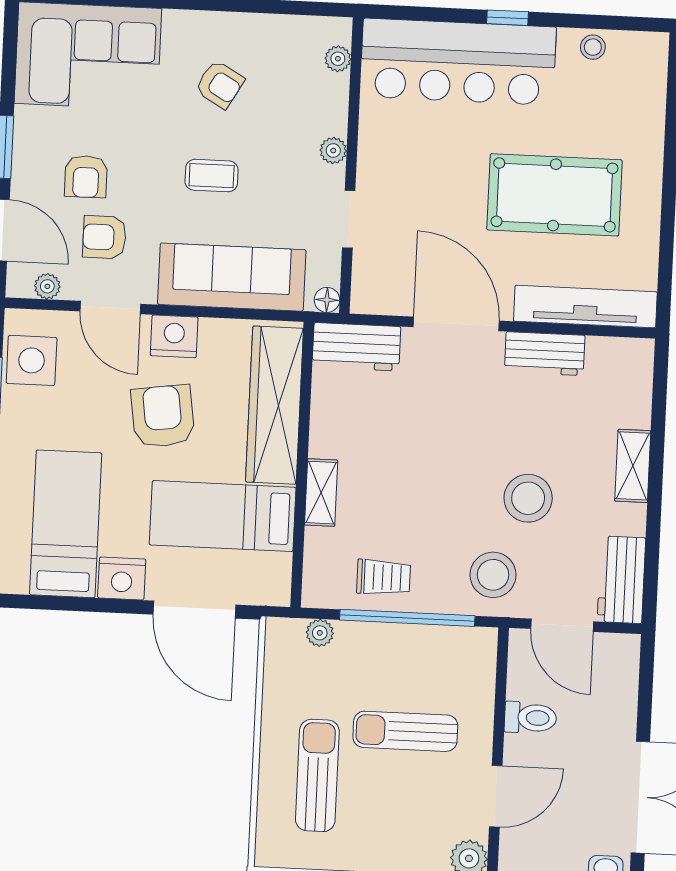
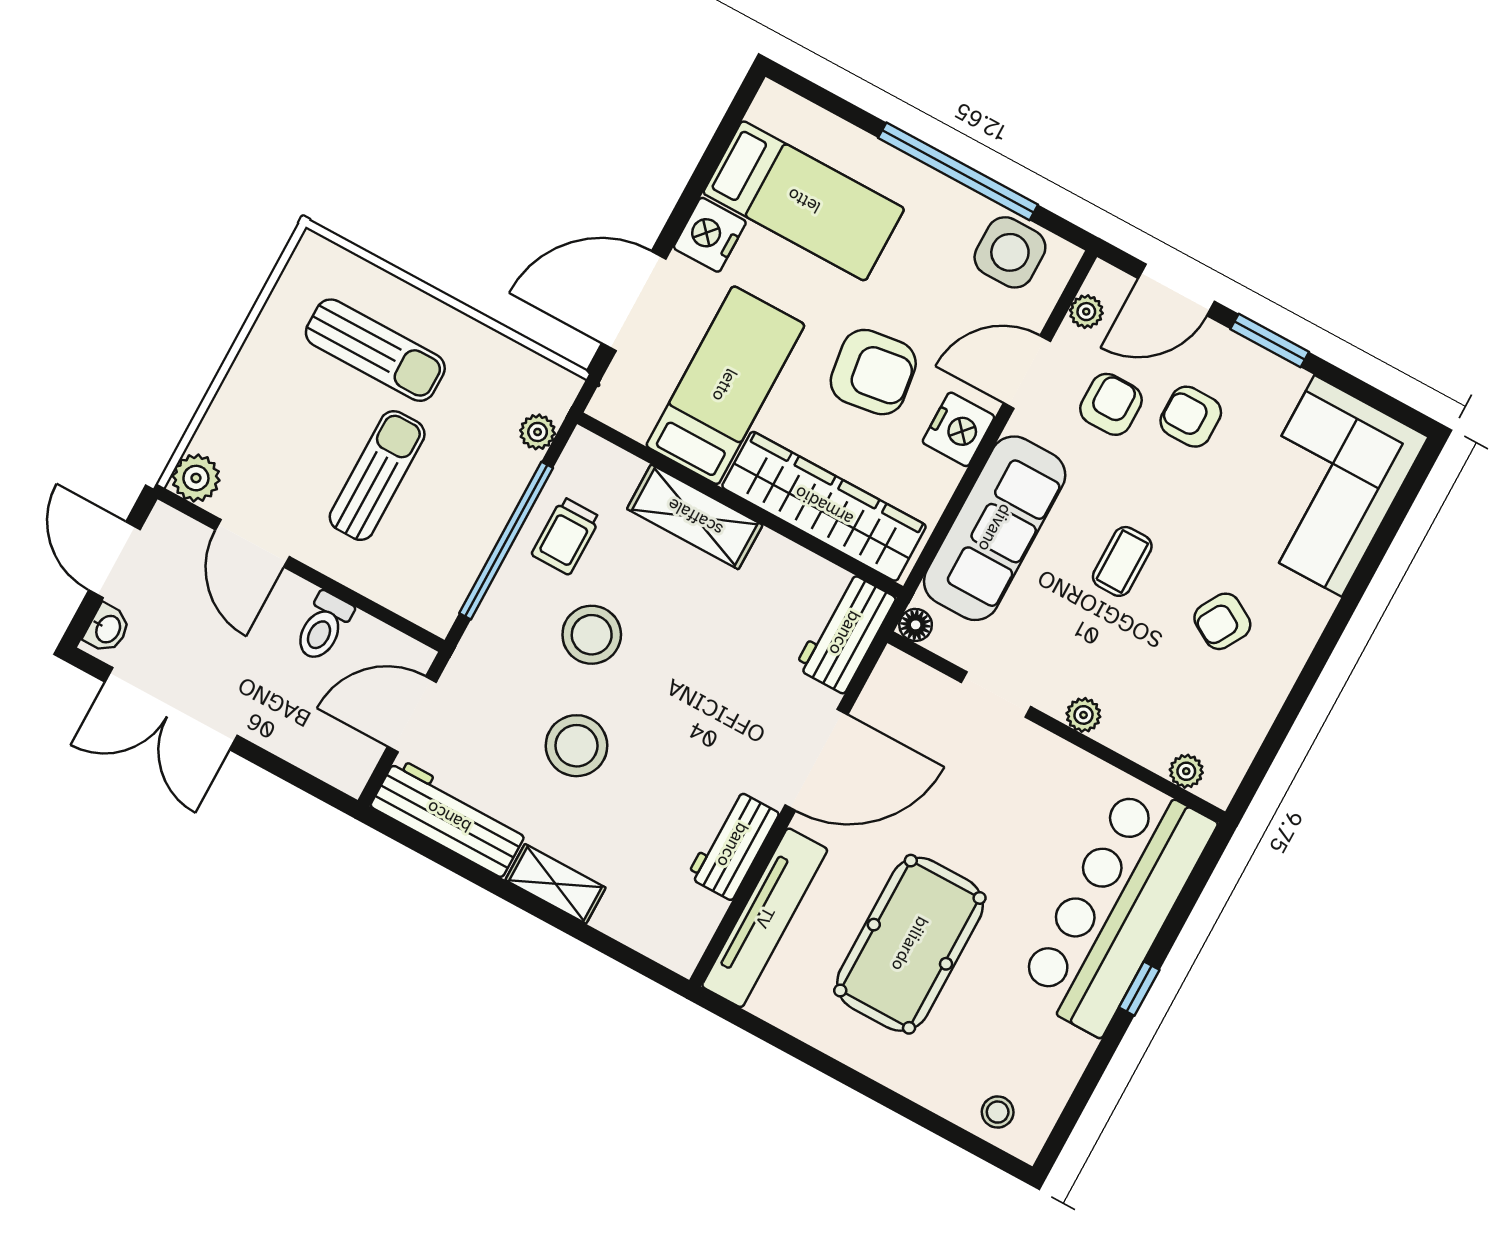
stool: (593, 47) -> (998, 1112), moved
shelving: (321, 493) -> (695, 517), width x1.50, depth x1.33
stool: (493, 575) -> (592, 635), moved
workbench: (621, 580) -> (449, 817), width x1.38

